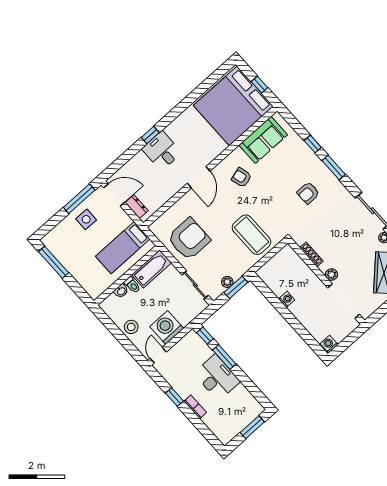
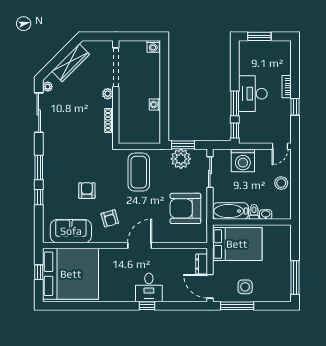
armchair: (308, 193) -> (87, 191), moved, turned -90
bed: (123, 248) -> (237, 244), width x1.50
plant: (227, 282) -> (181, 159), width x1.87, depth x1.87
washing machine: (167, 327) -> (243, 160), moved

